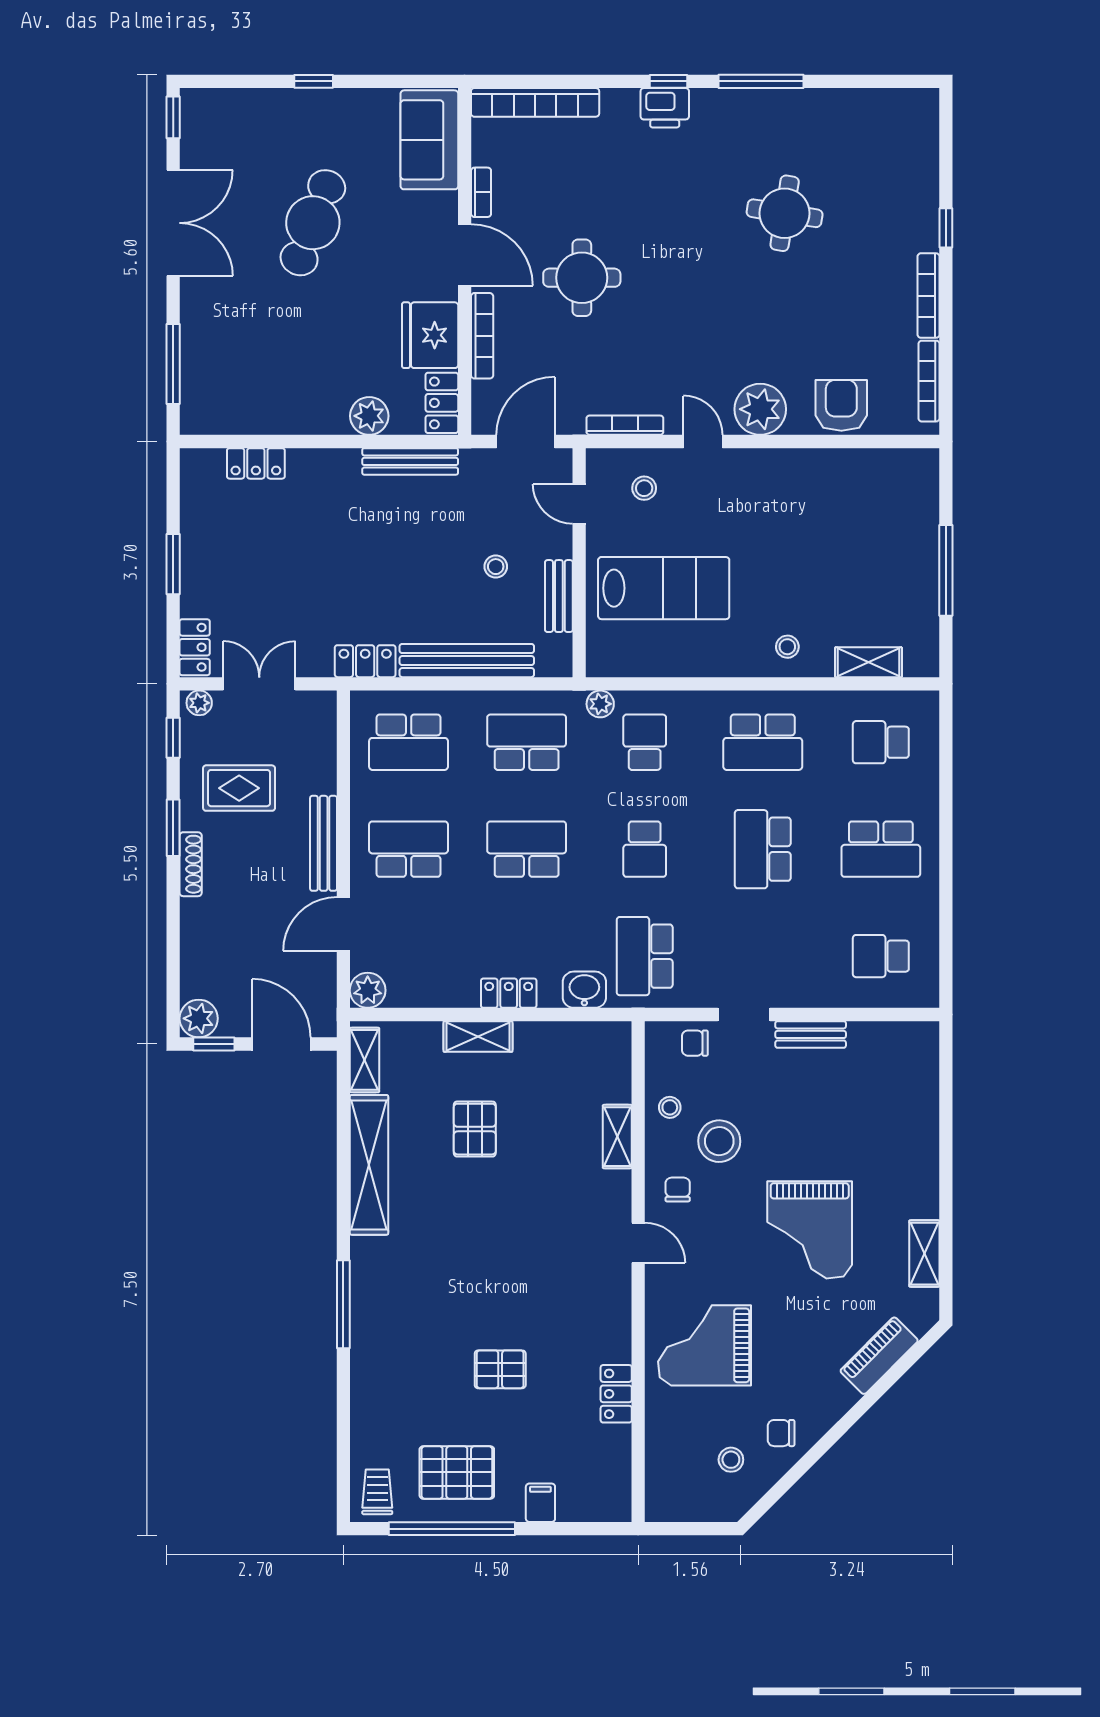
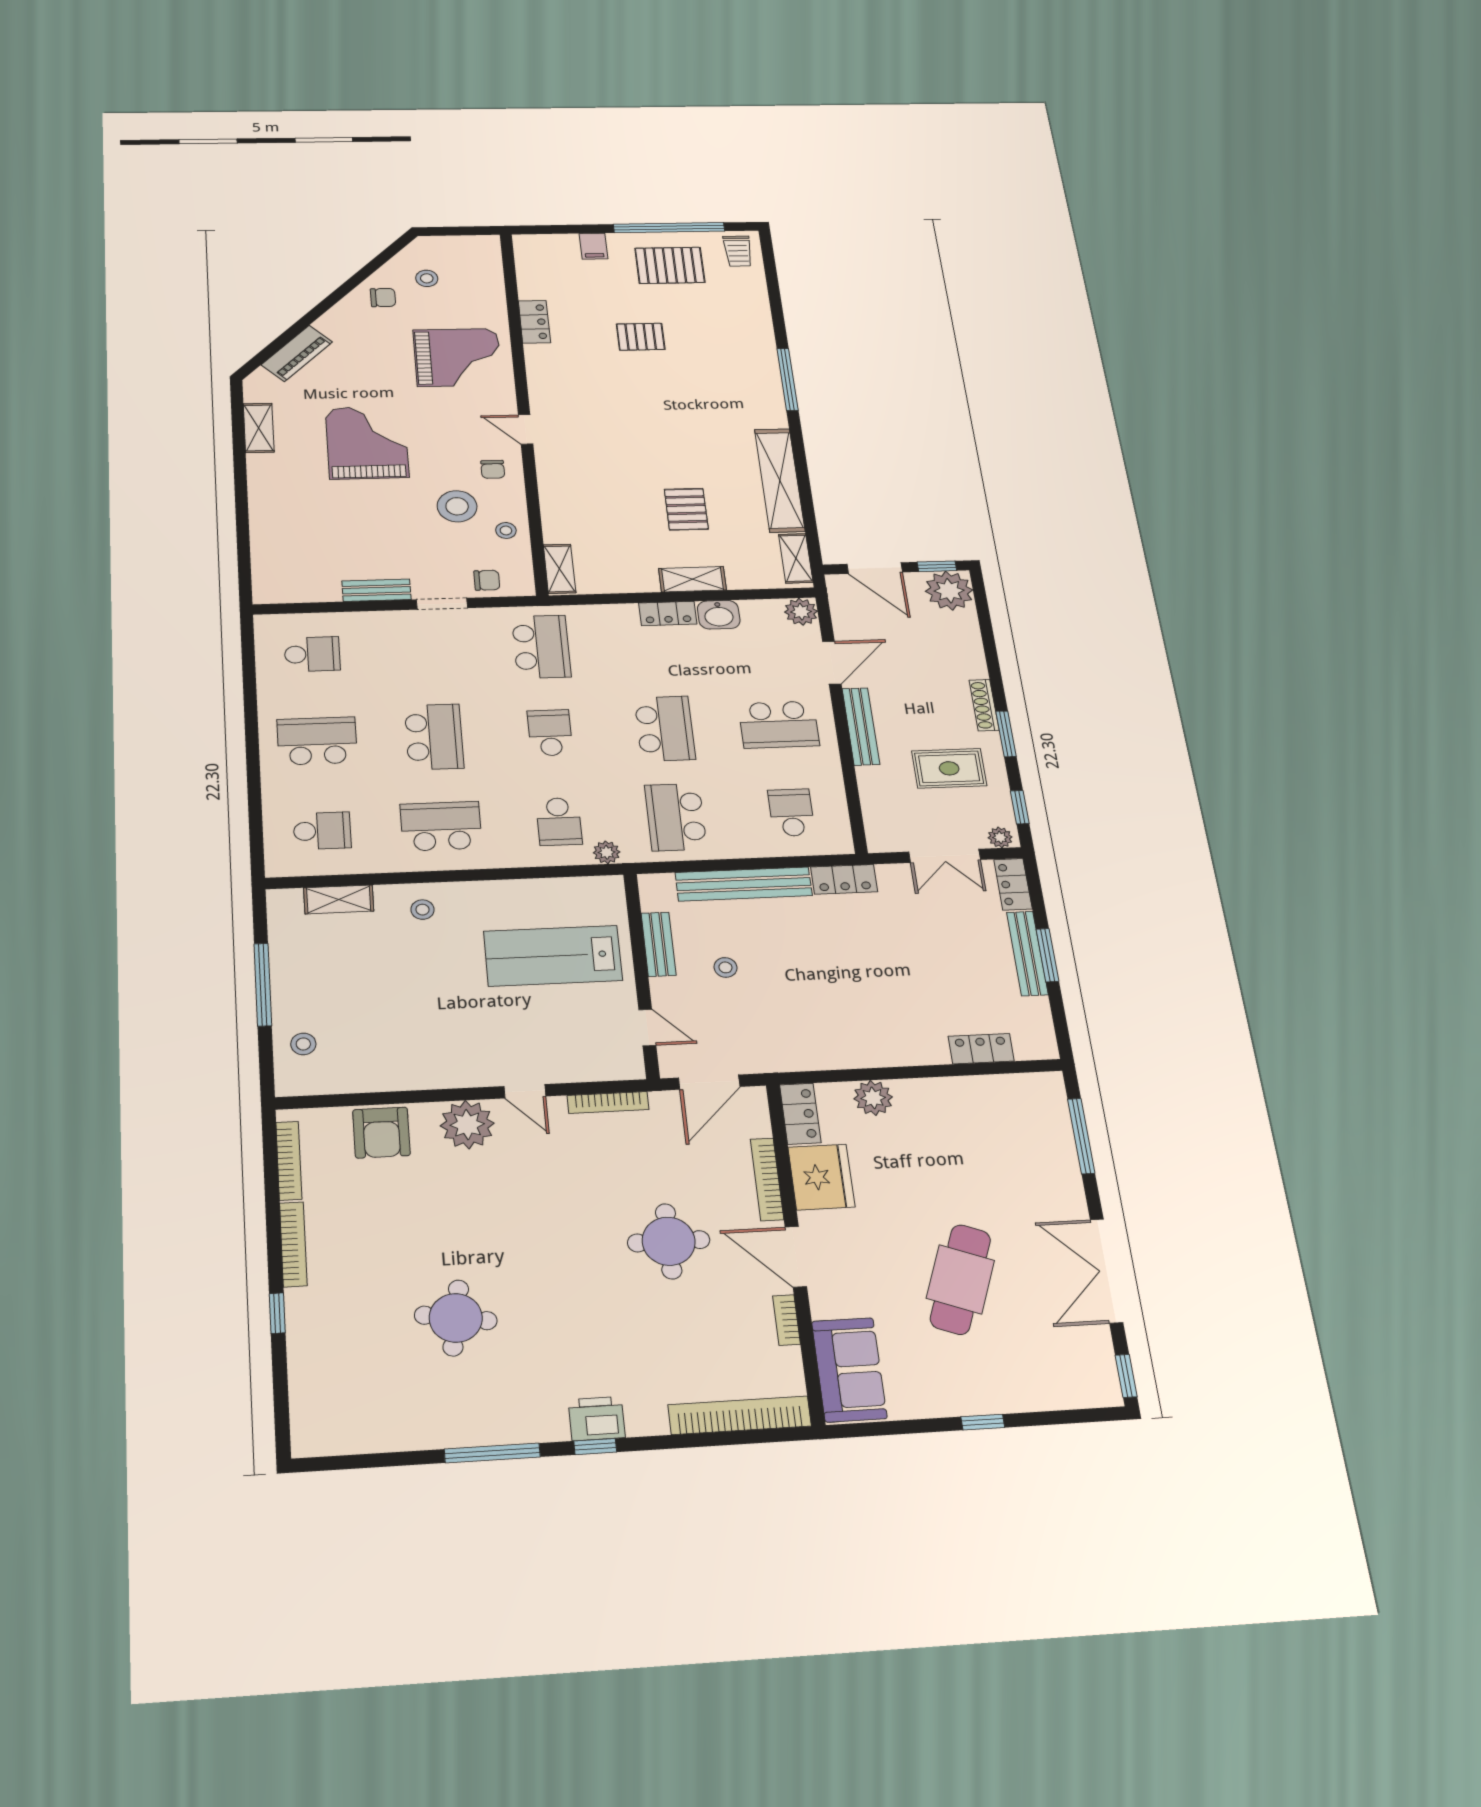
bench: (410, 461) -> (1027, 953), moved, turned 90
stool: (644, 488) -> (303, 1044), moved
school desk: (409, 742) -> (791, 812), width x0.54
school desk: (527, 742) -> (676, 817), turned 90
school desk: (527, 849) -> (665, 729), turned -90
washbasin: (584, 990) -> (719, 615), moved
plant: (199, 1018) -> (949, 591), width x1.36, depth x1.36
shelving: (617, 1137) -> (560, 569), moved

